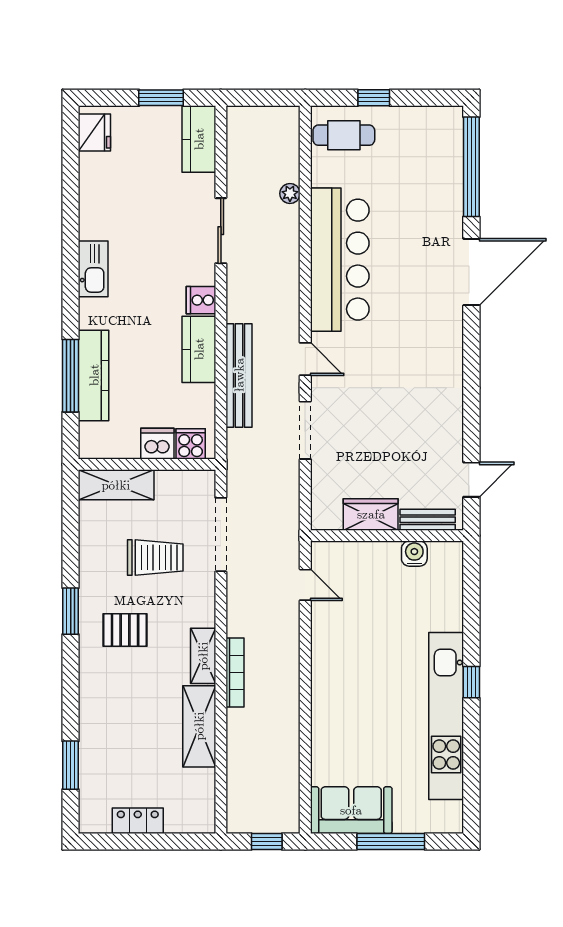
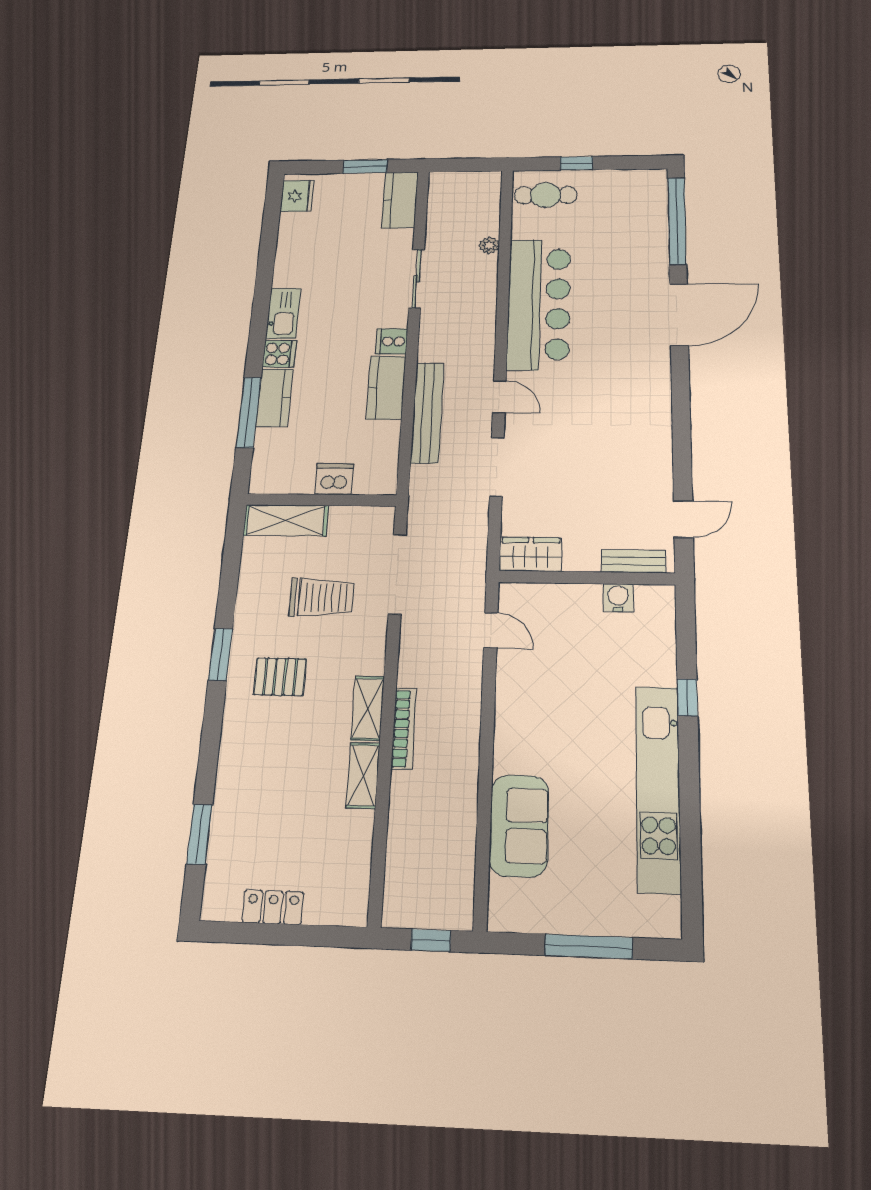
kitchen counter: (94, 375) -> (274, 398), width x0.67
cooker: (191, 444) -> (279, 354), moved, turned 90
wardrobe: (371, 514) -> (531, 554), moved
window: (471, 682) -> (687, 697), moved
shelving: (199, 726) -> (363, 775), width x0.67, depth x0.75
sofa: (351, 810) -> (519, 826), moved, turned 90

